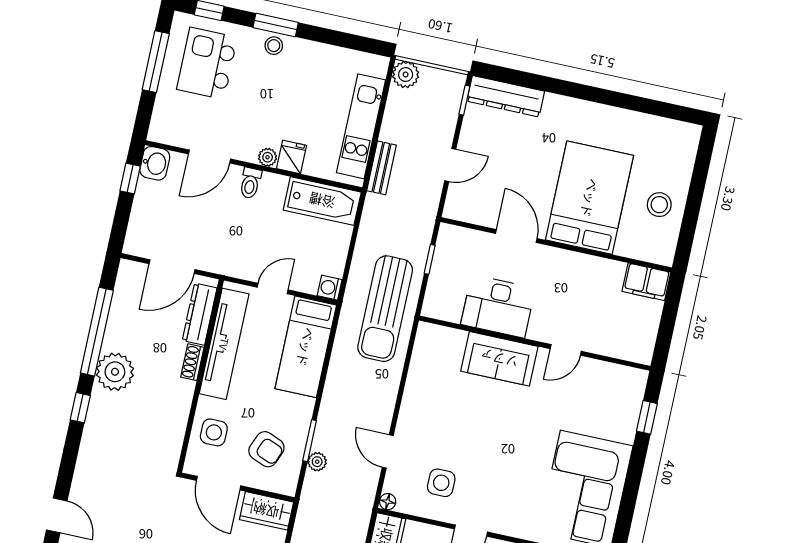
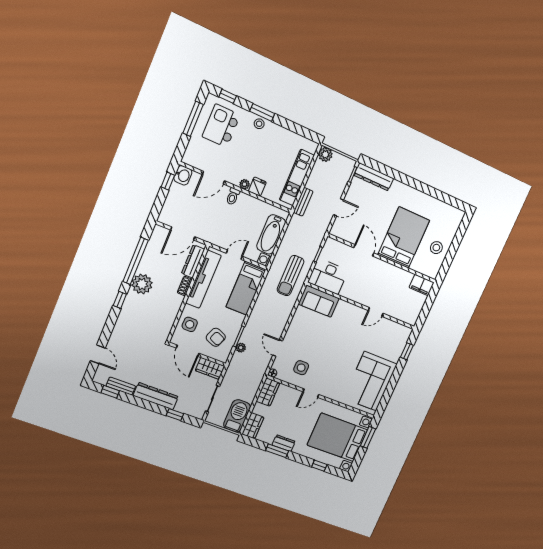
bathtub: (322, 201) -> (271, 234), moved, turned 90
desk: (498, 306) -> (328, 276), moved
sun lounger: (385, 309) -> (291, 276), width x0.73, depth x0.75
sofa: (499, 359) -> (319, 301), moved

